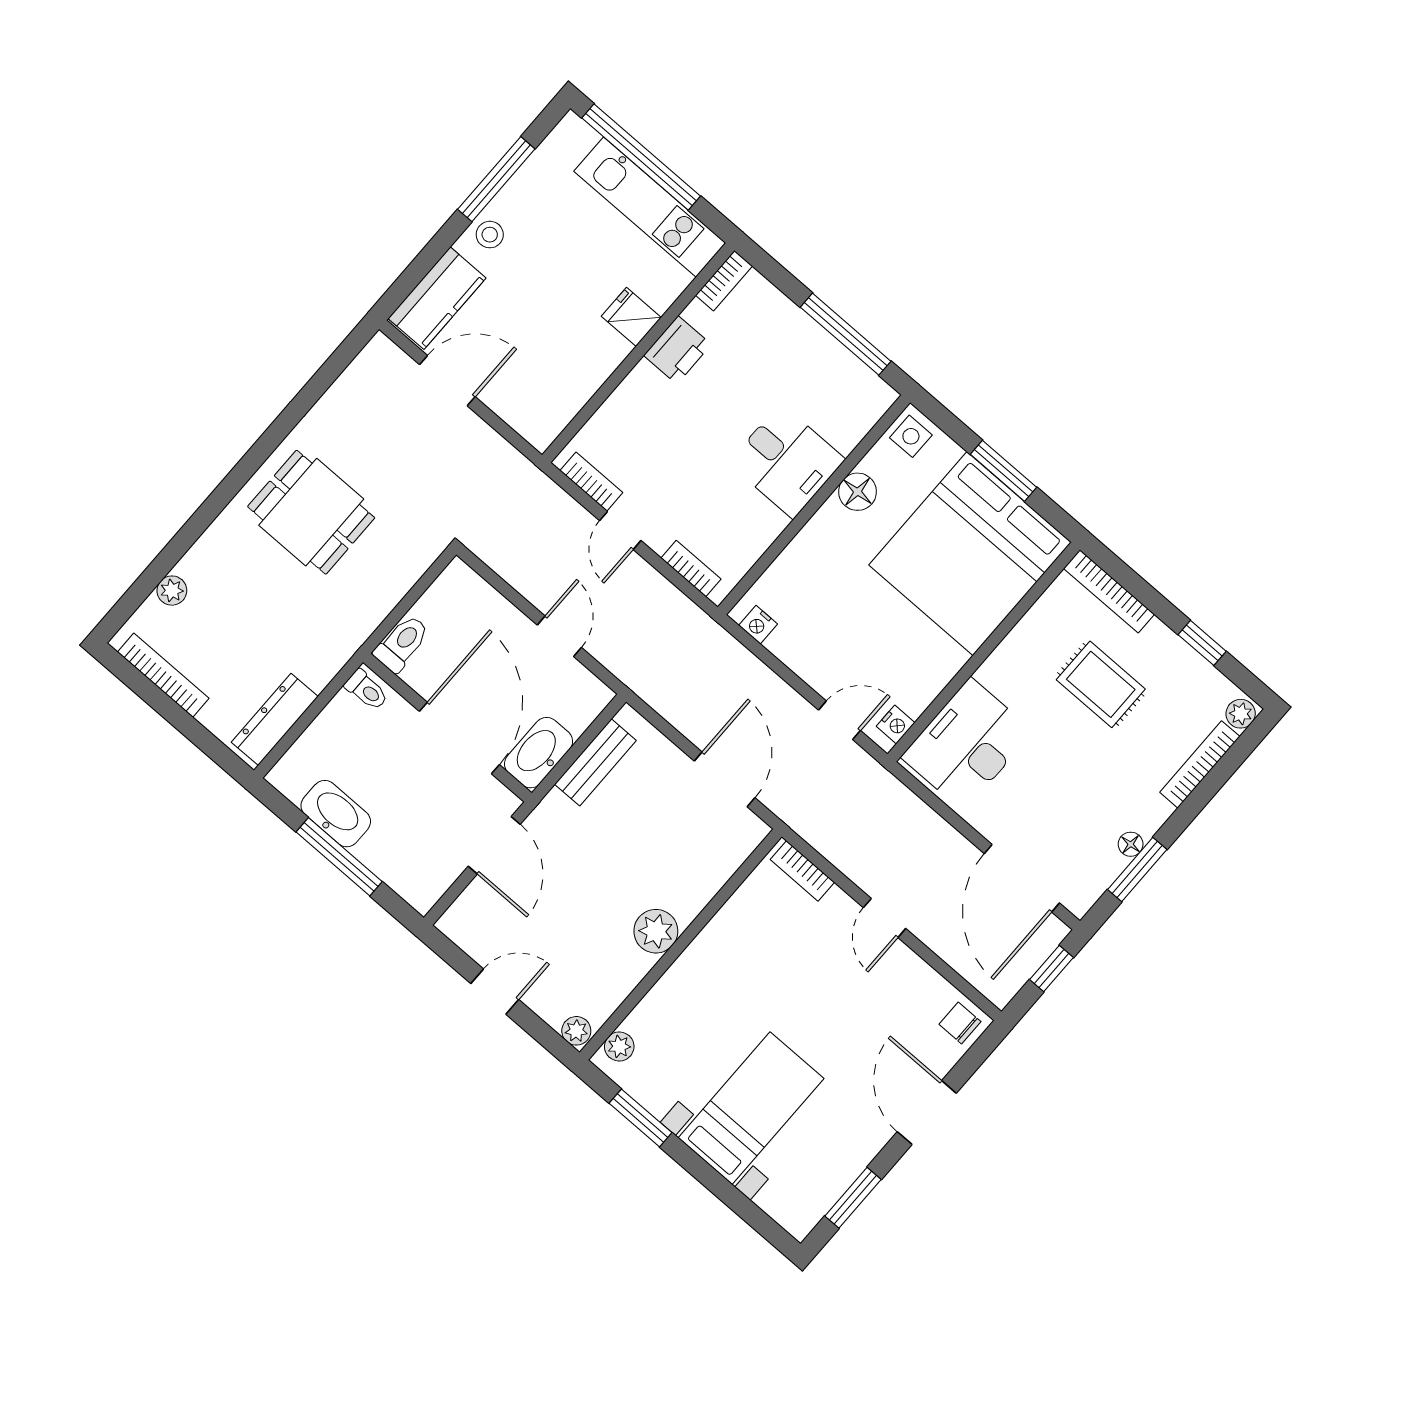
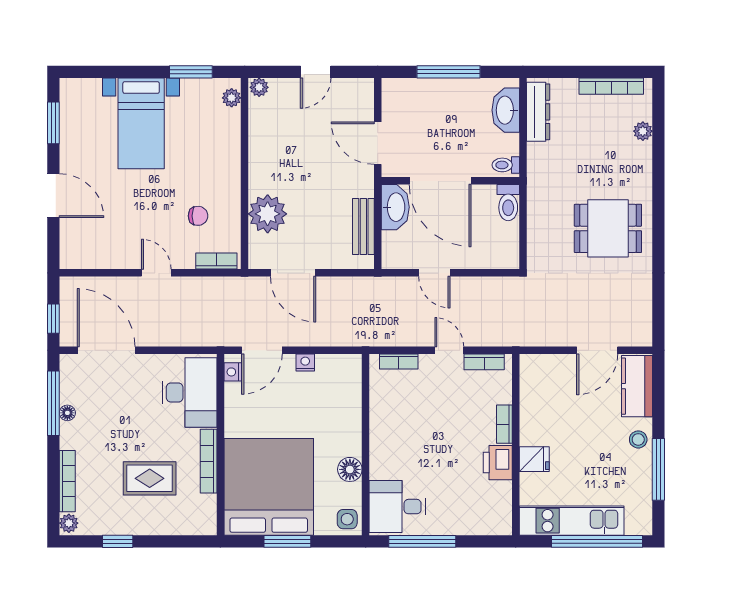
bookcase: (724, 281) -> (504, 424), moved
desk: (787, 461) -> (397, 507), moved
bookcase: (1109, 591) -> (209, 461), moved, turned -90
nightstand: (758, 625) -> (305, 363), moved
door: (839, 720) -> (262, 350), width x1.38
washbasin: (336, 814) -> (506, 110), moved, turned 90
window: (1137, 870) -> (53, 403), width x1.44
plant: (656, 931) -> (268, 214), moved, width x1.36, depth x1.36
chair: (960, 1023) -> (198, 216), moved

